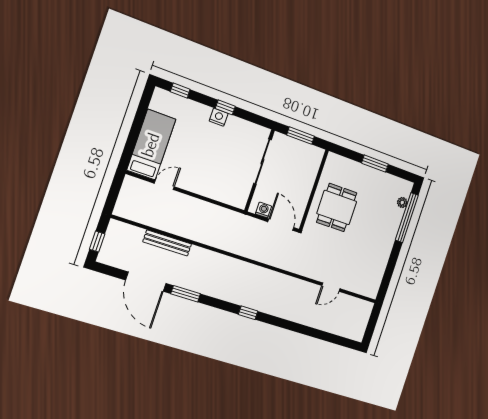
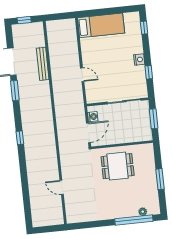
window: (225, 107) -> (149, 72), moved
door: (164, 185) -> (82, 75), moved

